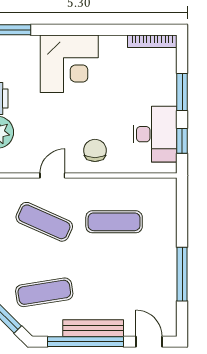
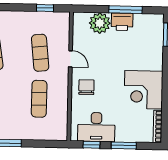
corner desk: (69, 64) -> (144, 90), moved
chair: (95, 150) -> (86, 87), turned -90
exercise mat: (44, 222) -> (40, 53), turned -30

